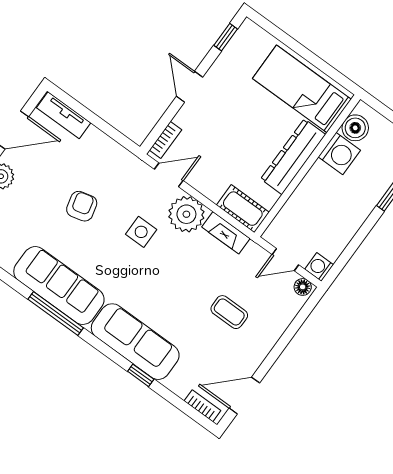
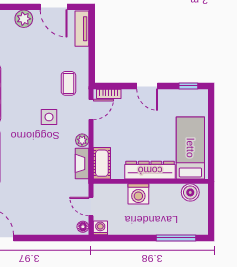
door: (190, 87) -> (147, 86), swing flipped
washing machine: (339, 154) -> (138, 194), moved
door: (169, 175) -> (91, 110), hinge flipped
armchair: (82, 206) -> (39, 75), removed
plant: (186, 214) -> (82, 140), width x0.53, depth x0.53
coffee table: (229, 312) -> (68, 83), moved

